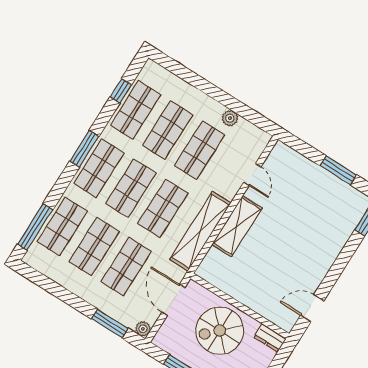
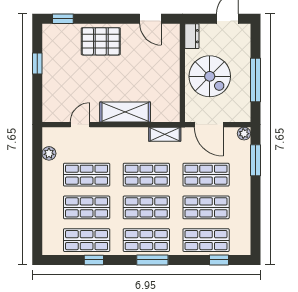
window: (121, 91) -> (94, 260), moved
plant: (230, 118) -> (49, 153), moved
window: (84, 149) -> (152, 260), moved
window: (338, 170) -> (37, 63), width x0.67
window: (35, 227) -> (219, 260), width x0.46
shelving: (200, 231) -> (165, 134), width x0.45, depth x0.75
pallet: (321, 246) -> (101, 41), added
door: (173, 300) -> (209, 125), hinge flipped

